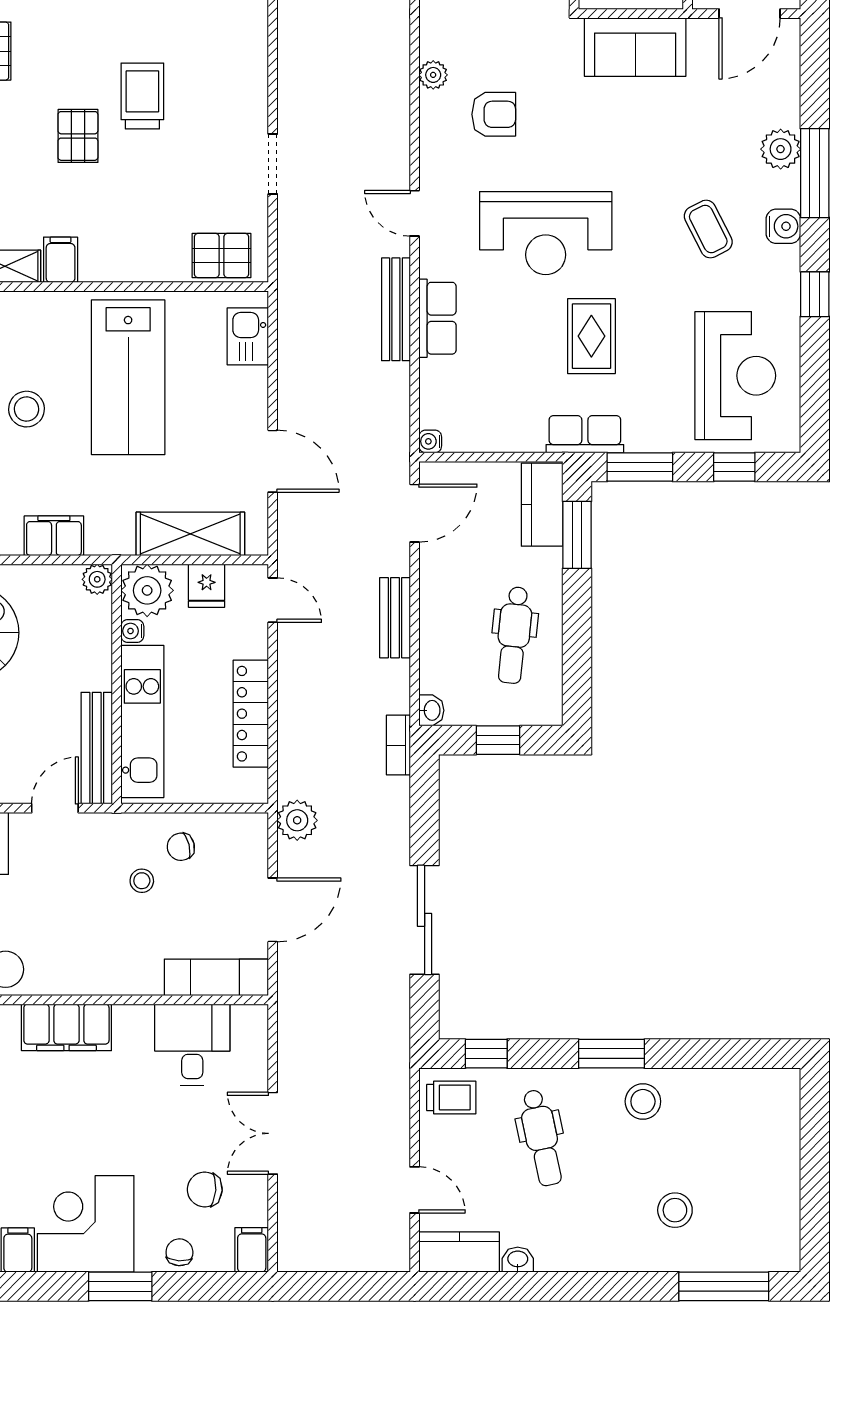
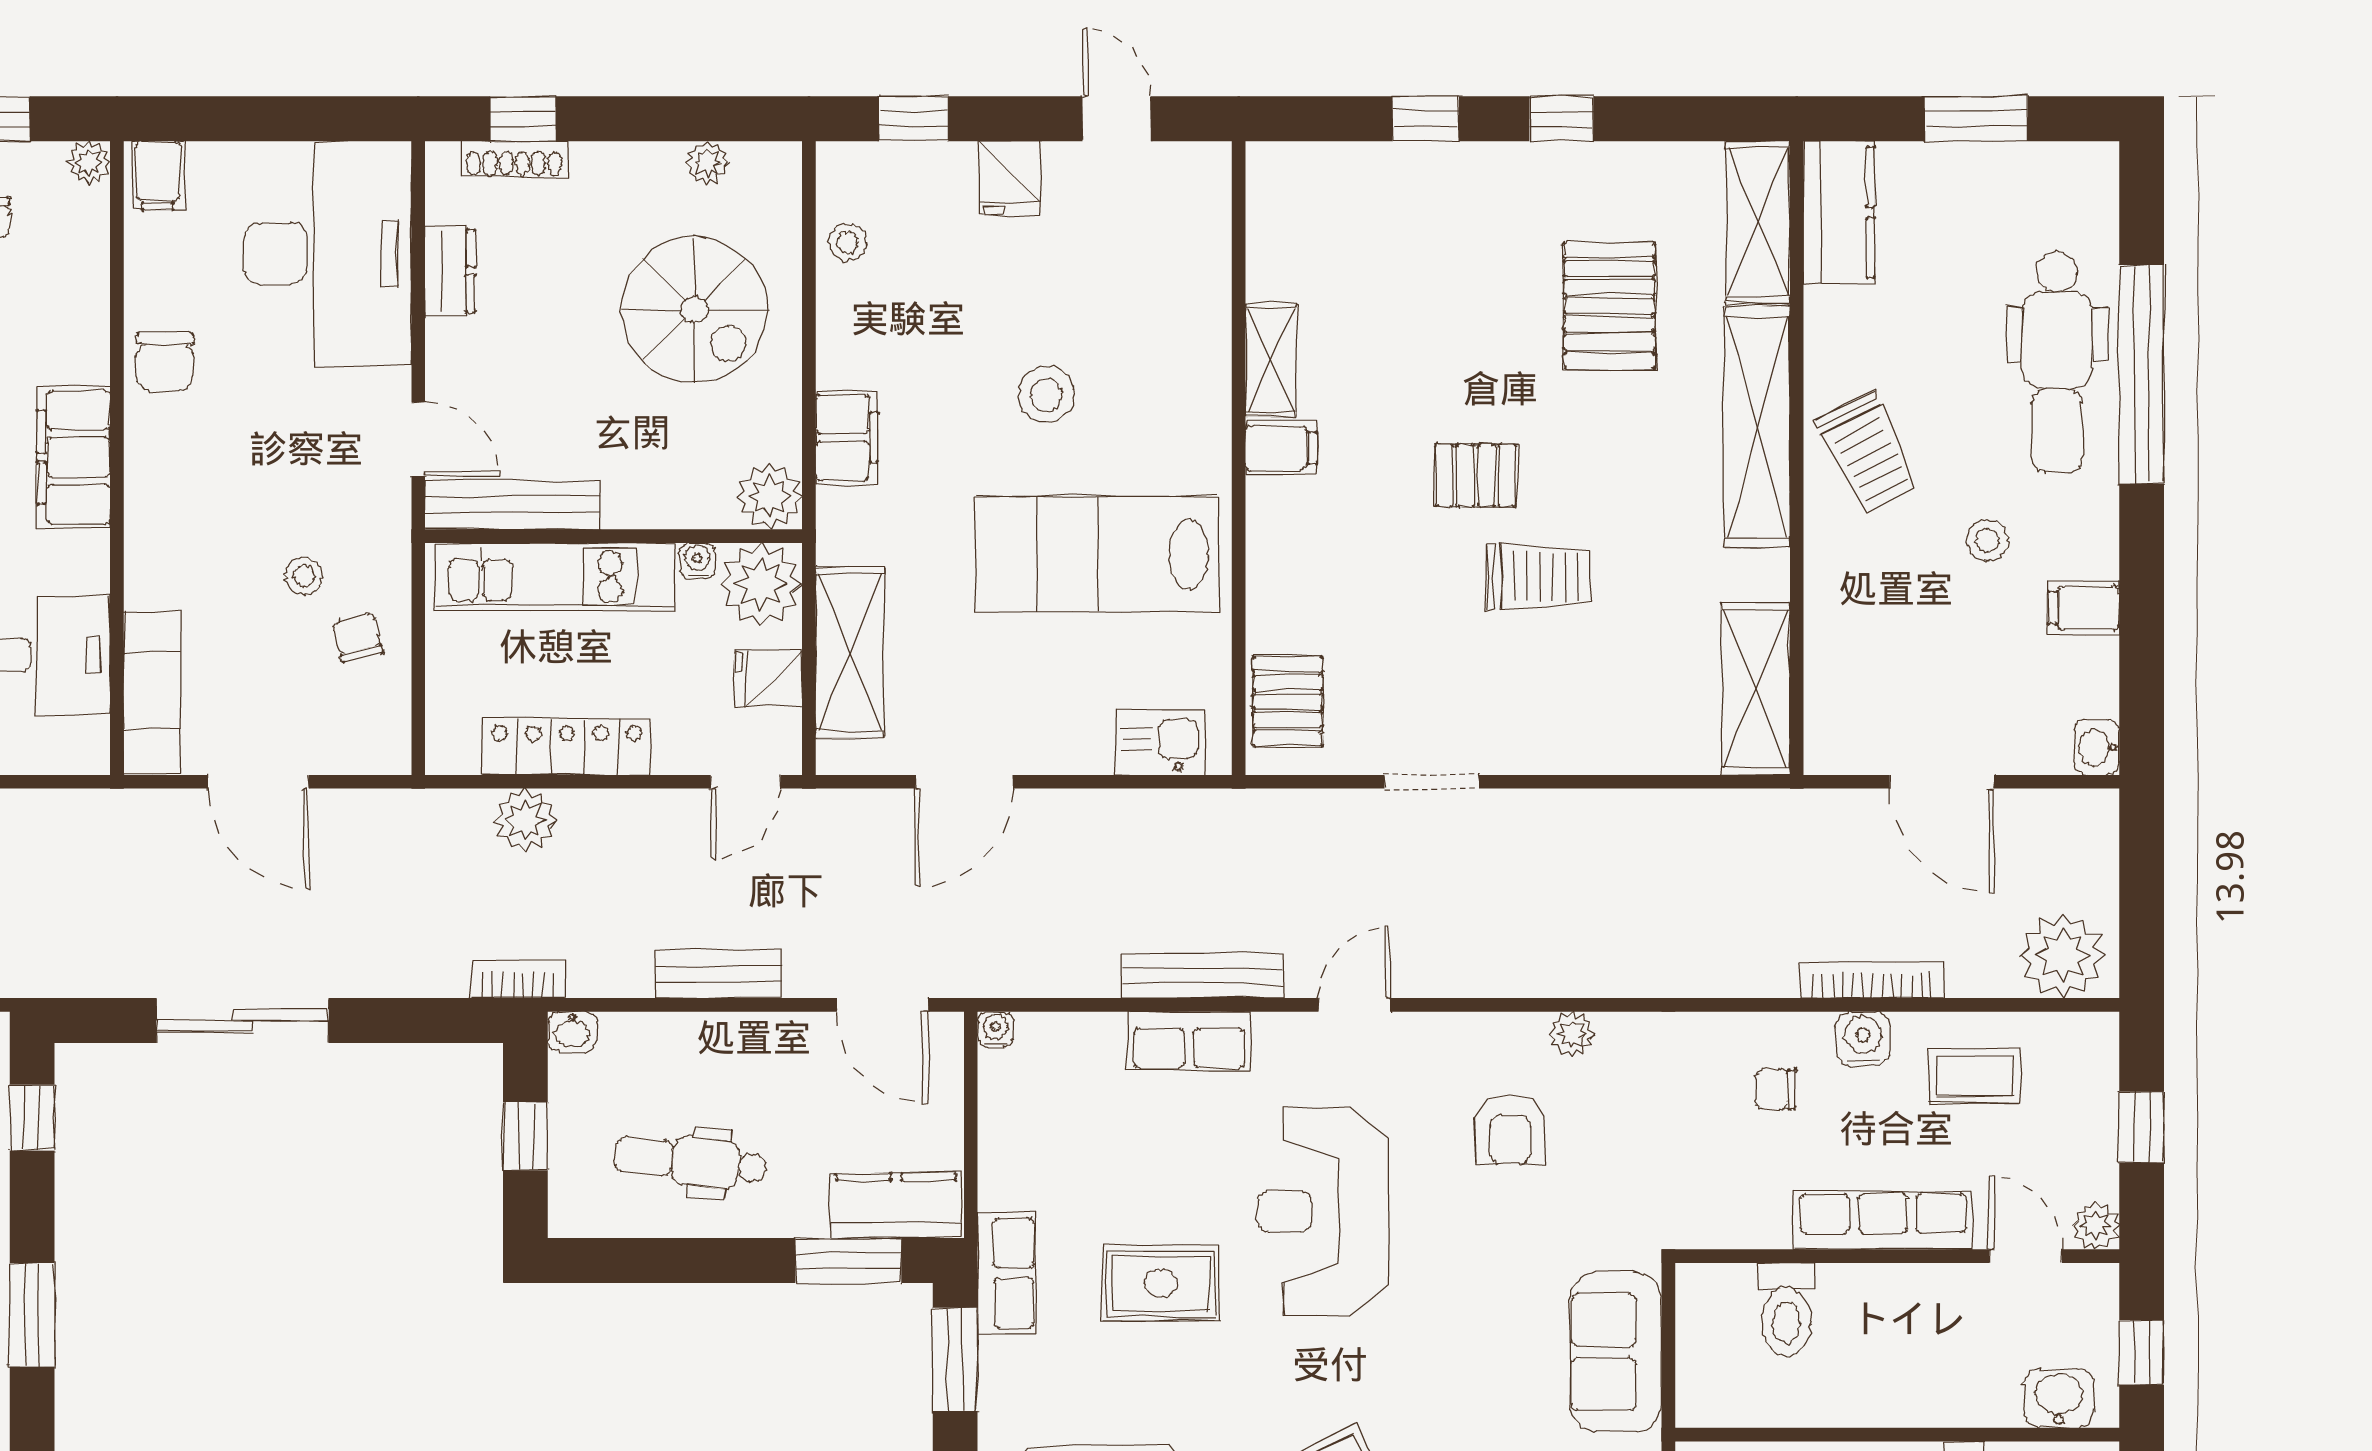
plant: (97, 579) -> (769, 497), width x1.38, depth x1.38
plant: (297, 820) -> (525, 820), moved

